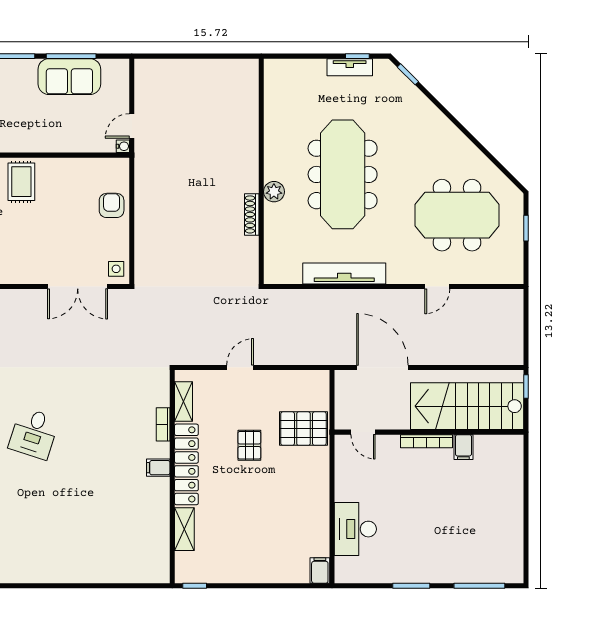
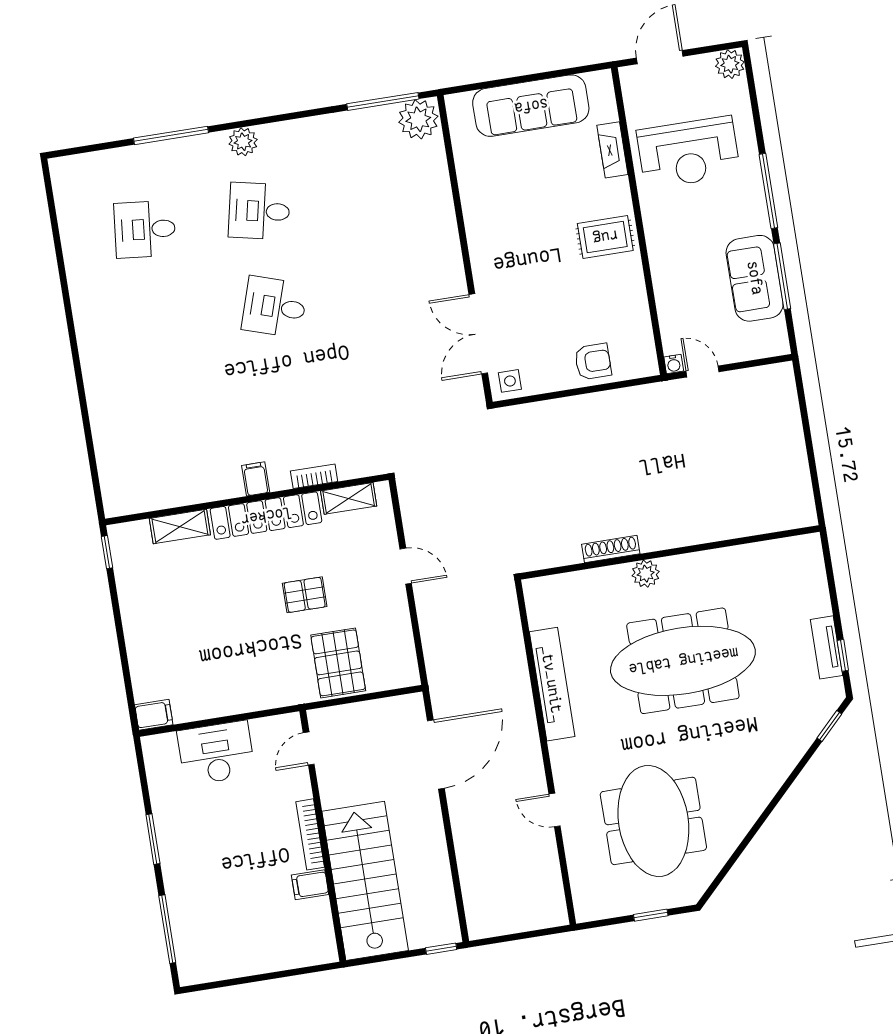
stairs: (467, 406) -> (365, 881), moved
door: (363, 432) -> (309, 748), moved
wall: (429, 432) -> (323, 836), moved
bookcase: (426, 441) -> (310, 834), moved
filing cabinet: (463, 447) -> (310, 885), moved

